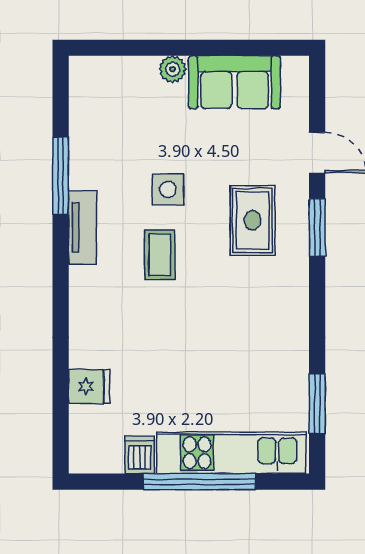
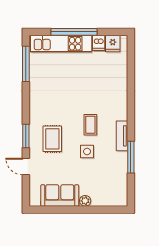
fridge: (89, 386) -> (113, 44), moved, turned -90
window: (317, 404) -> (26, 64), width x1.44

